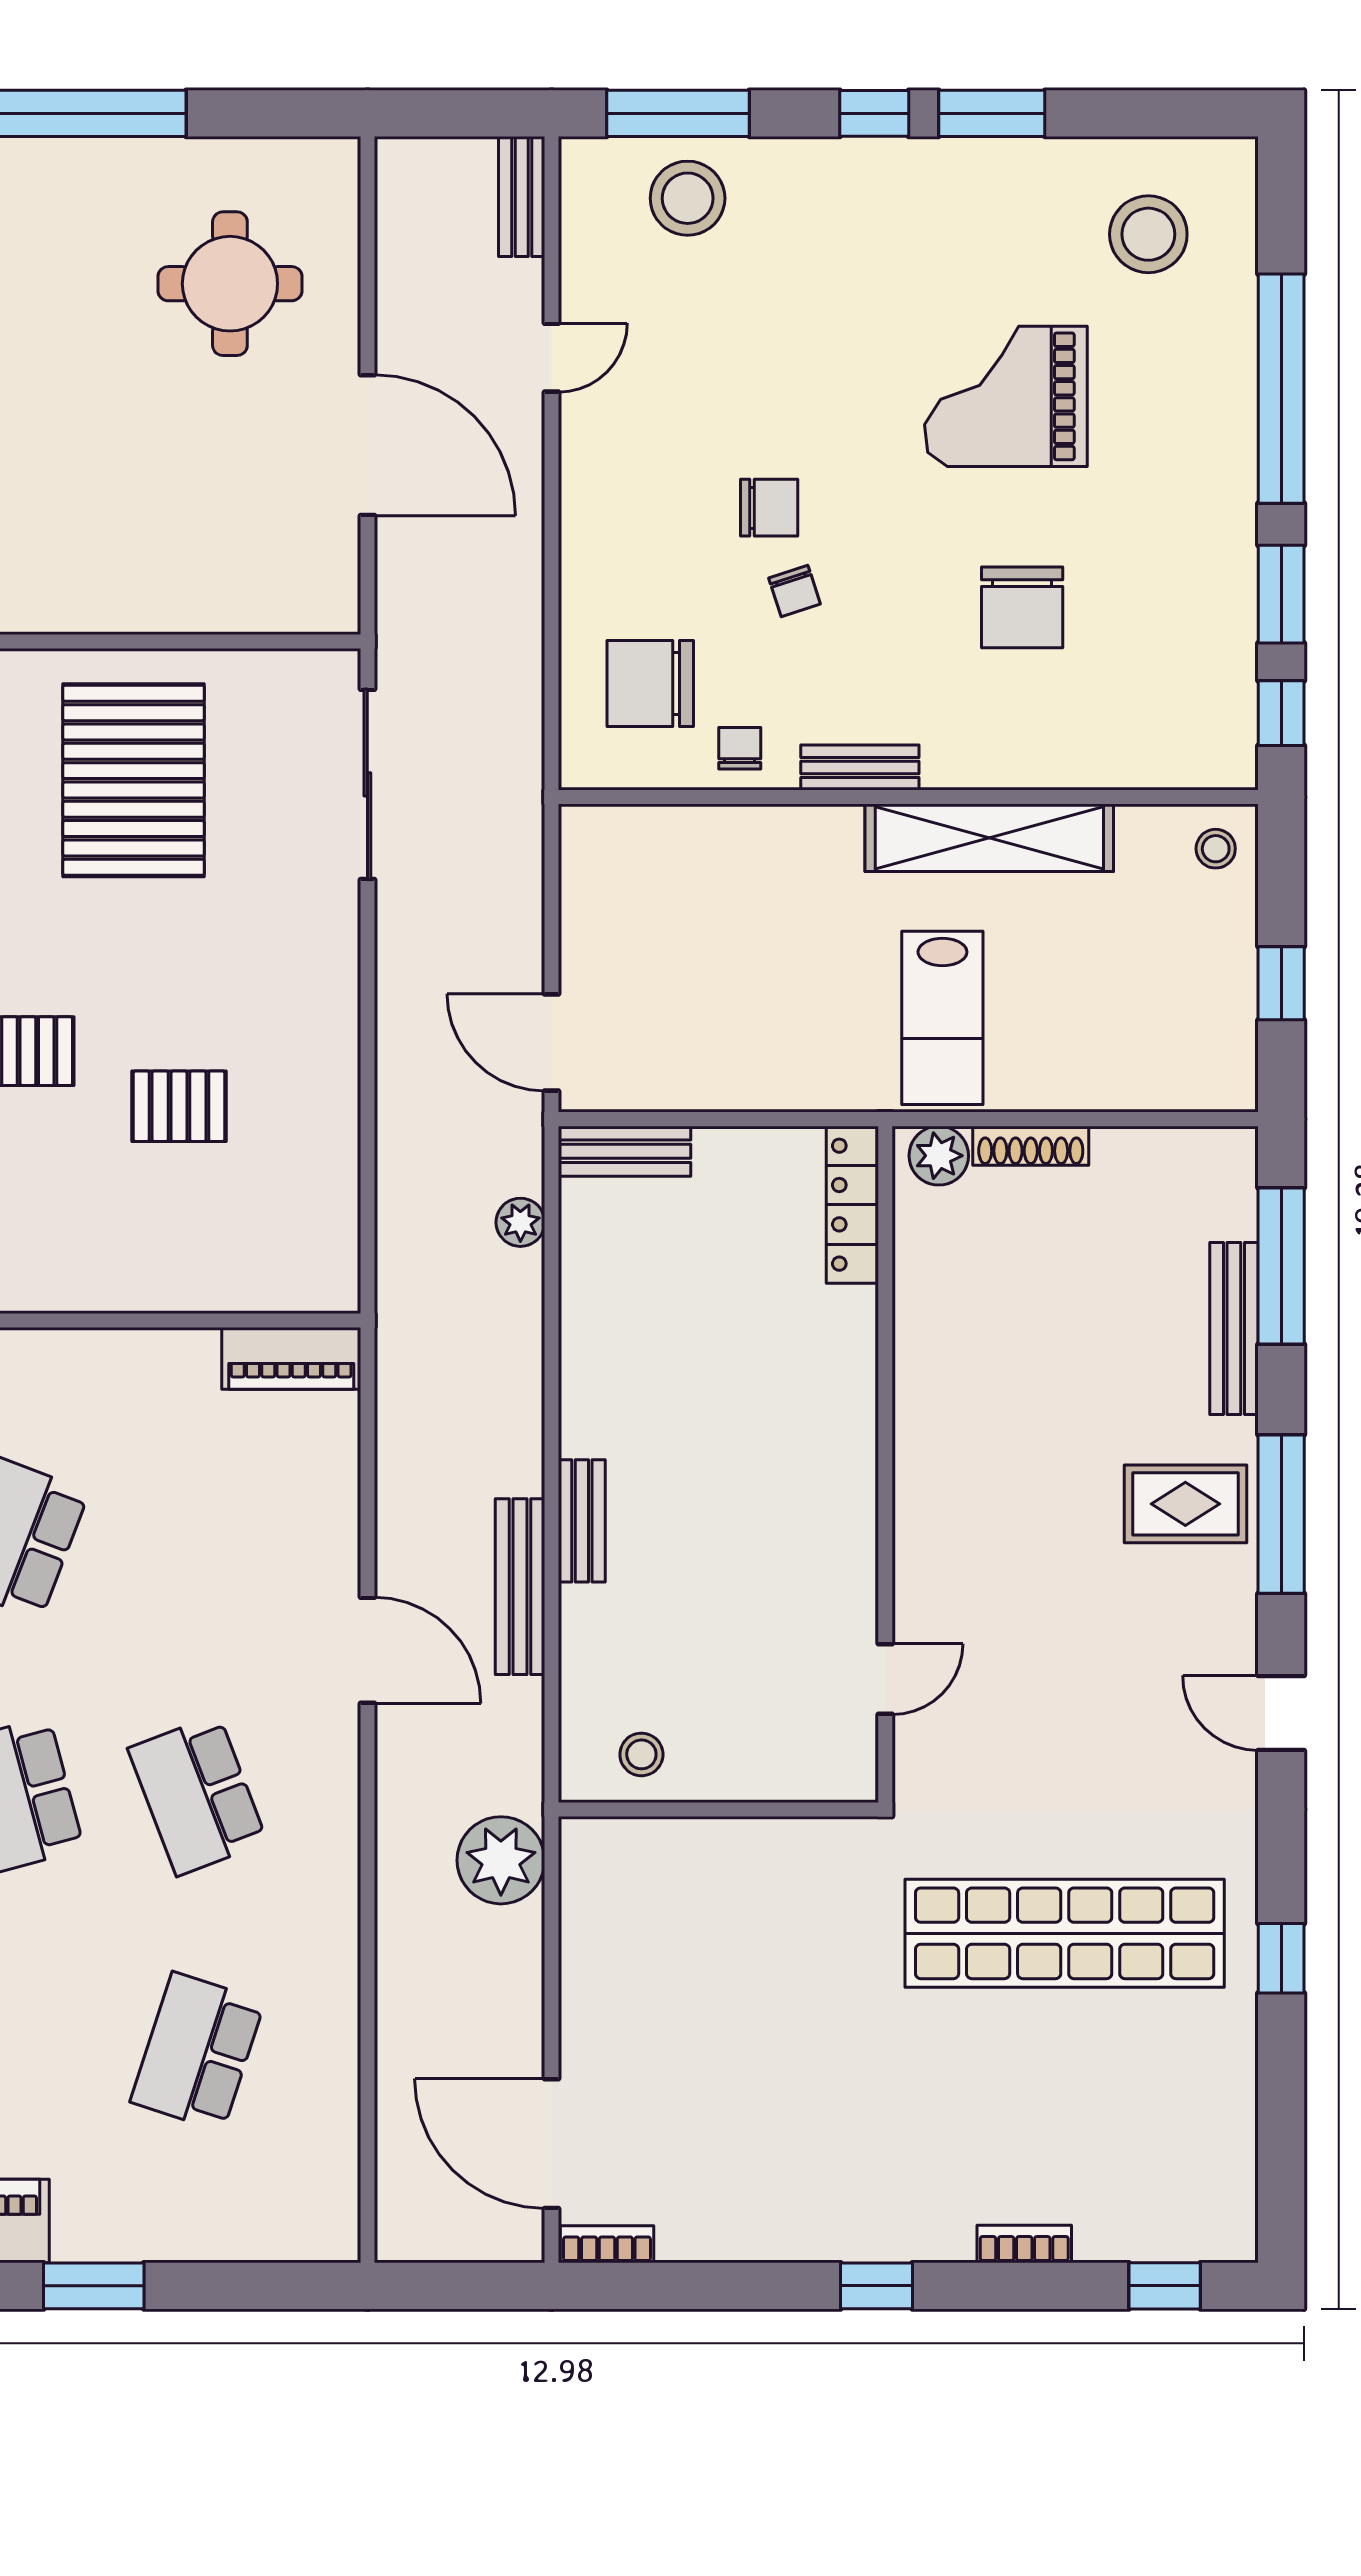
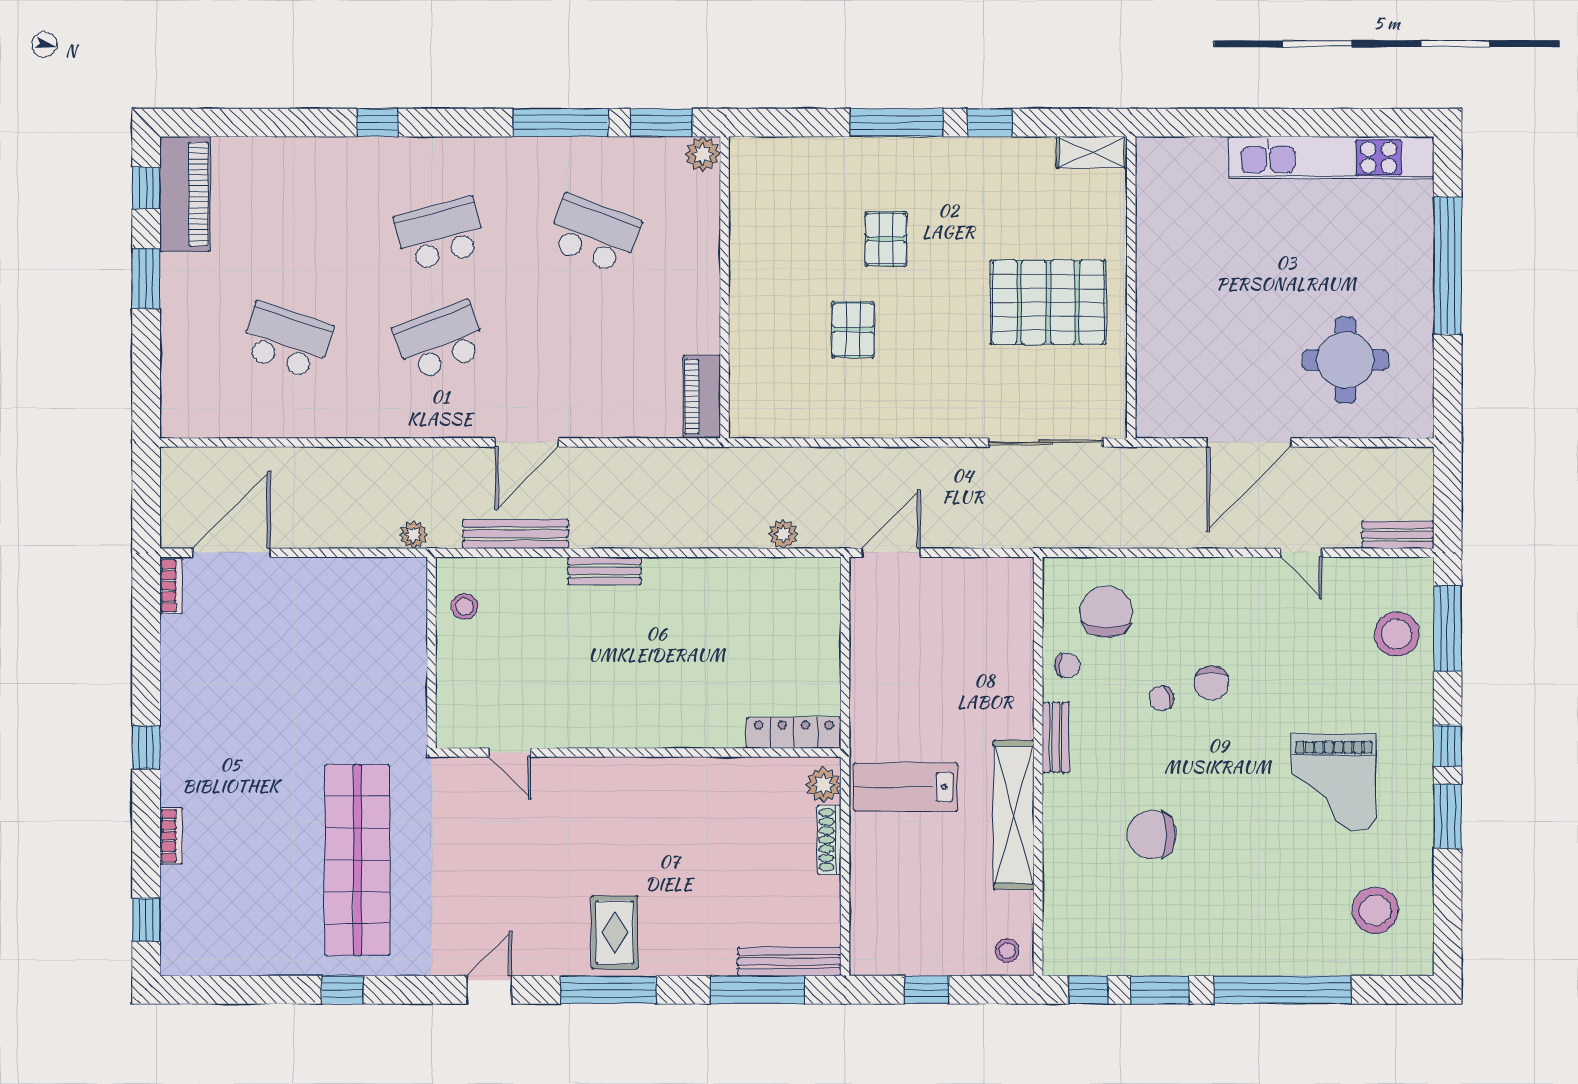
grand piano: (1006, 396) -> (1334, 782), moved, turned 180
bench: (625, 1151) -> (826, 596), removed
bench: (1234, 1329) -> (789, 961), moved
bench: (520, 1587) -> (515, 534), moved
plant: (501, 1860) -> (413, 535), width x0.53, depth x0.53

